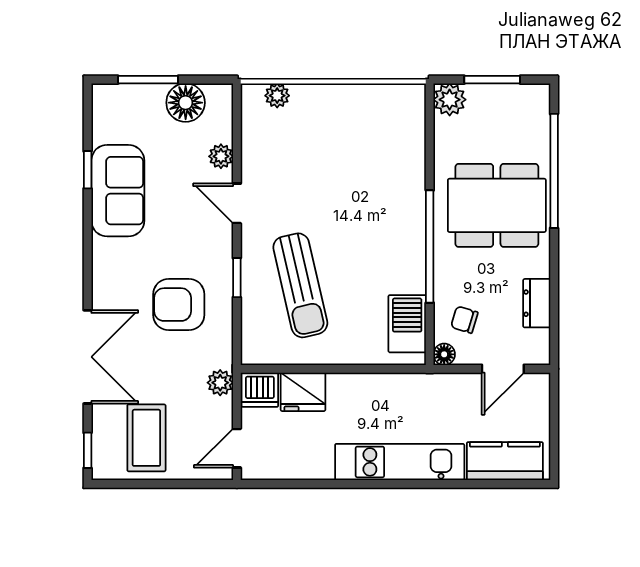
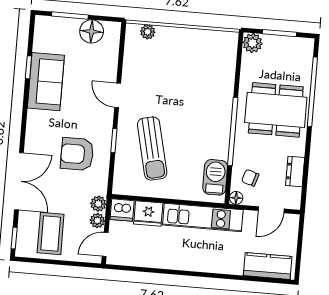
plant: (221, 156) -> (97, 221), moved
kitchen unit: (400, 462) -> (203, 217), moved, turned 180

